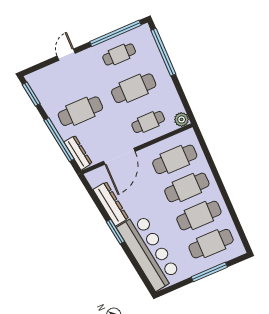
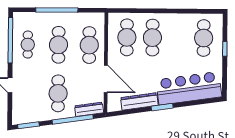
window: (163, 52) -> (57, 10), moved
plant: (182, 119) -> (99, 19), removed
cafe table: (148, 122) -> (89, 45), width x1.37, depth x1.35
cafe table: (199, 216) -> (178, 38), removed
window: (209, 272) -> (225, 49), width x0.46

